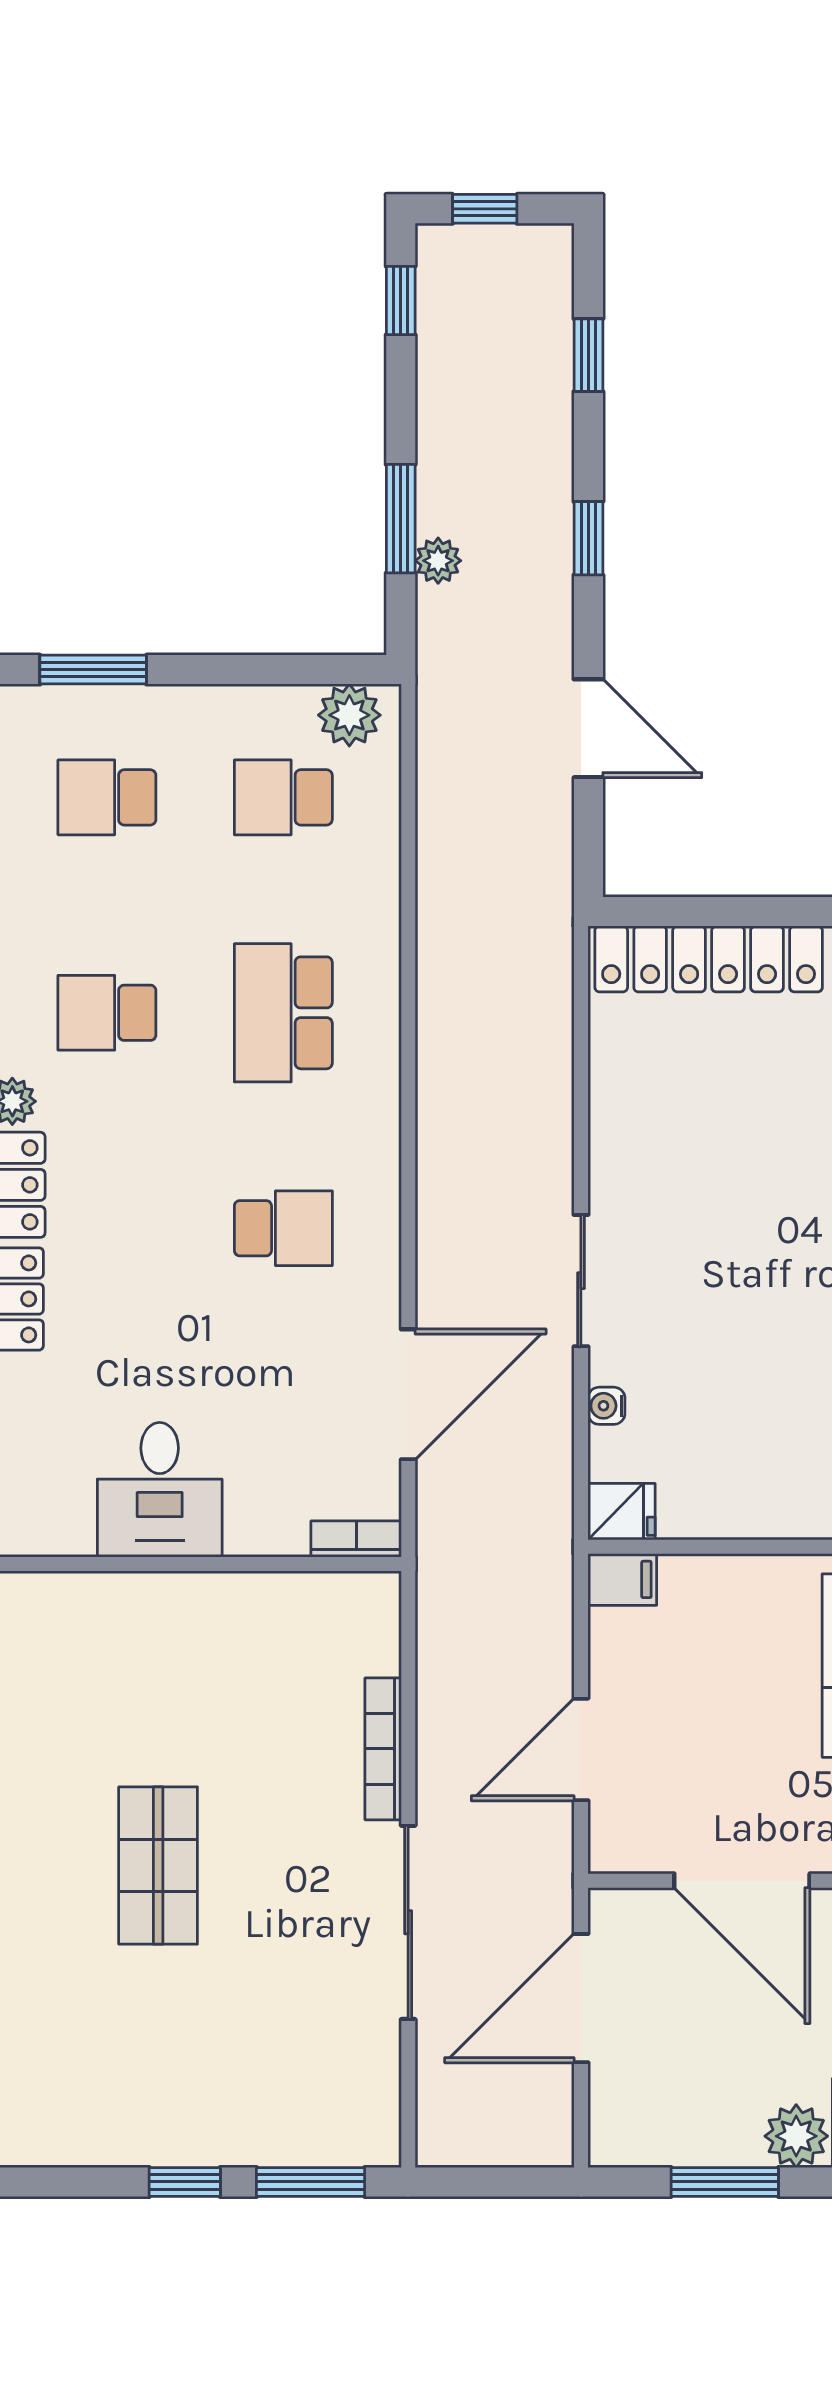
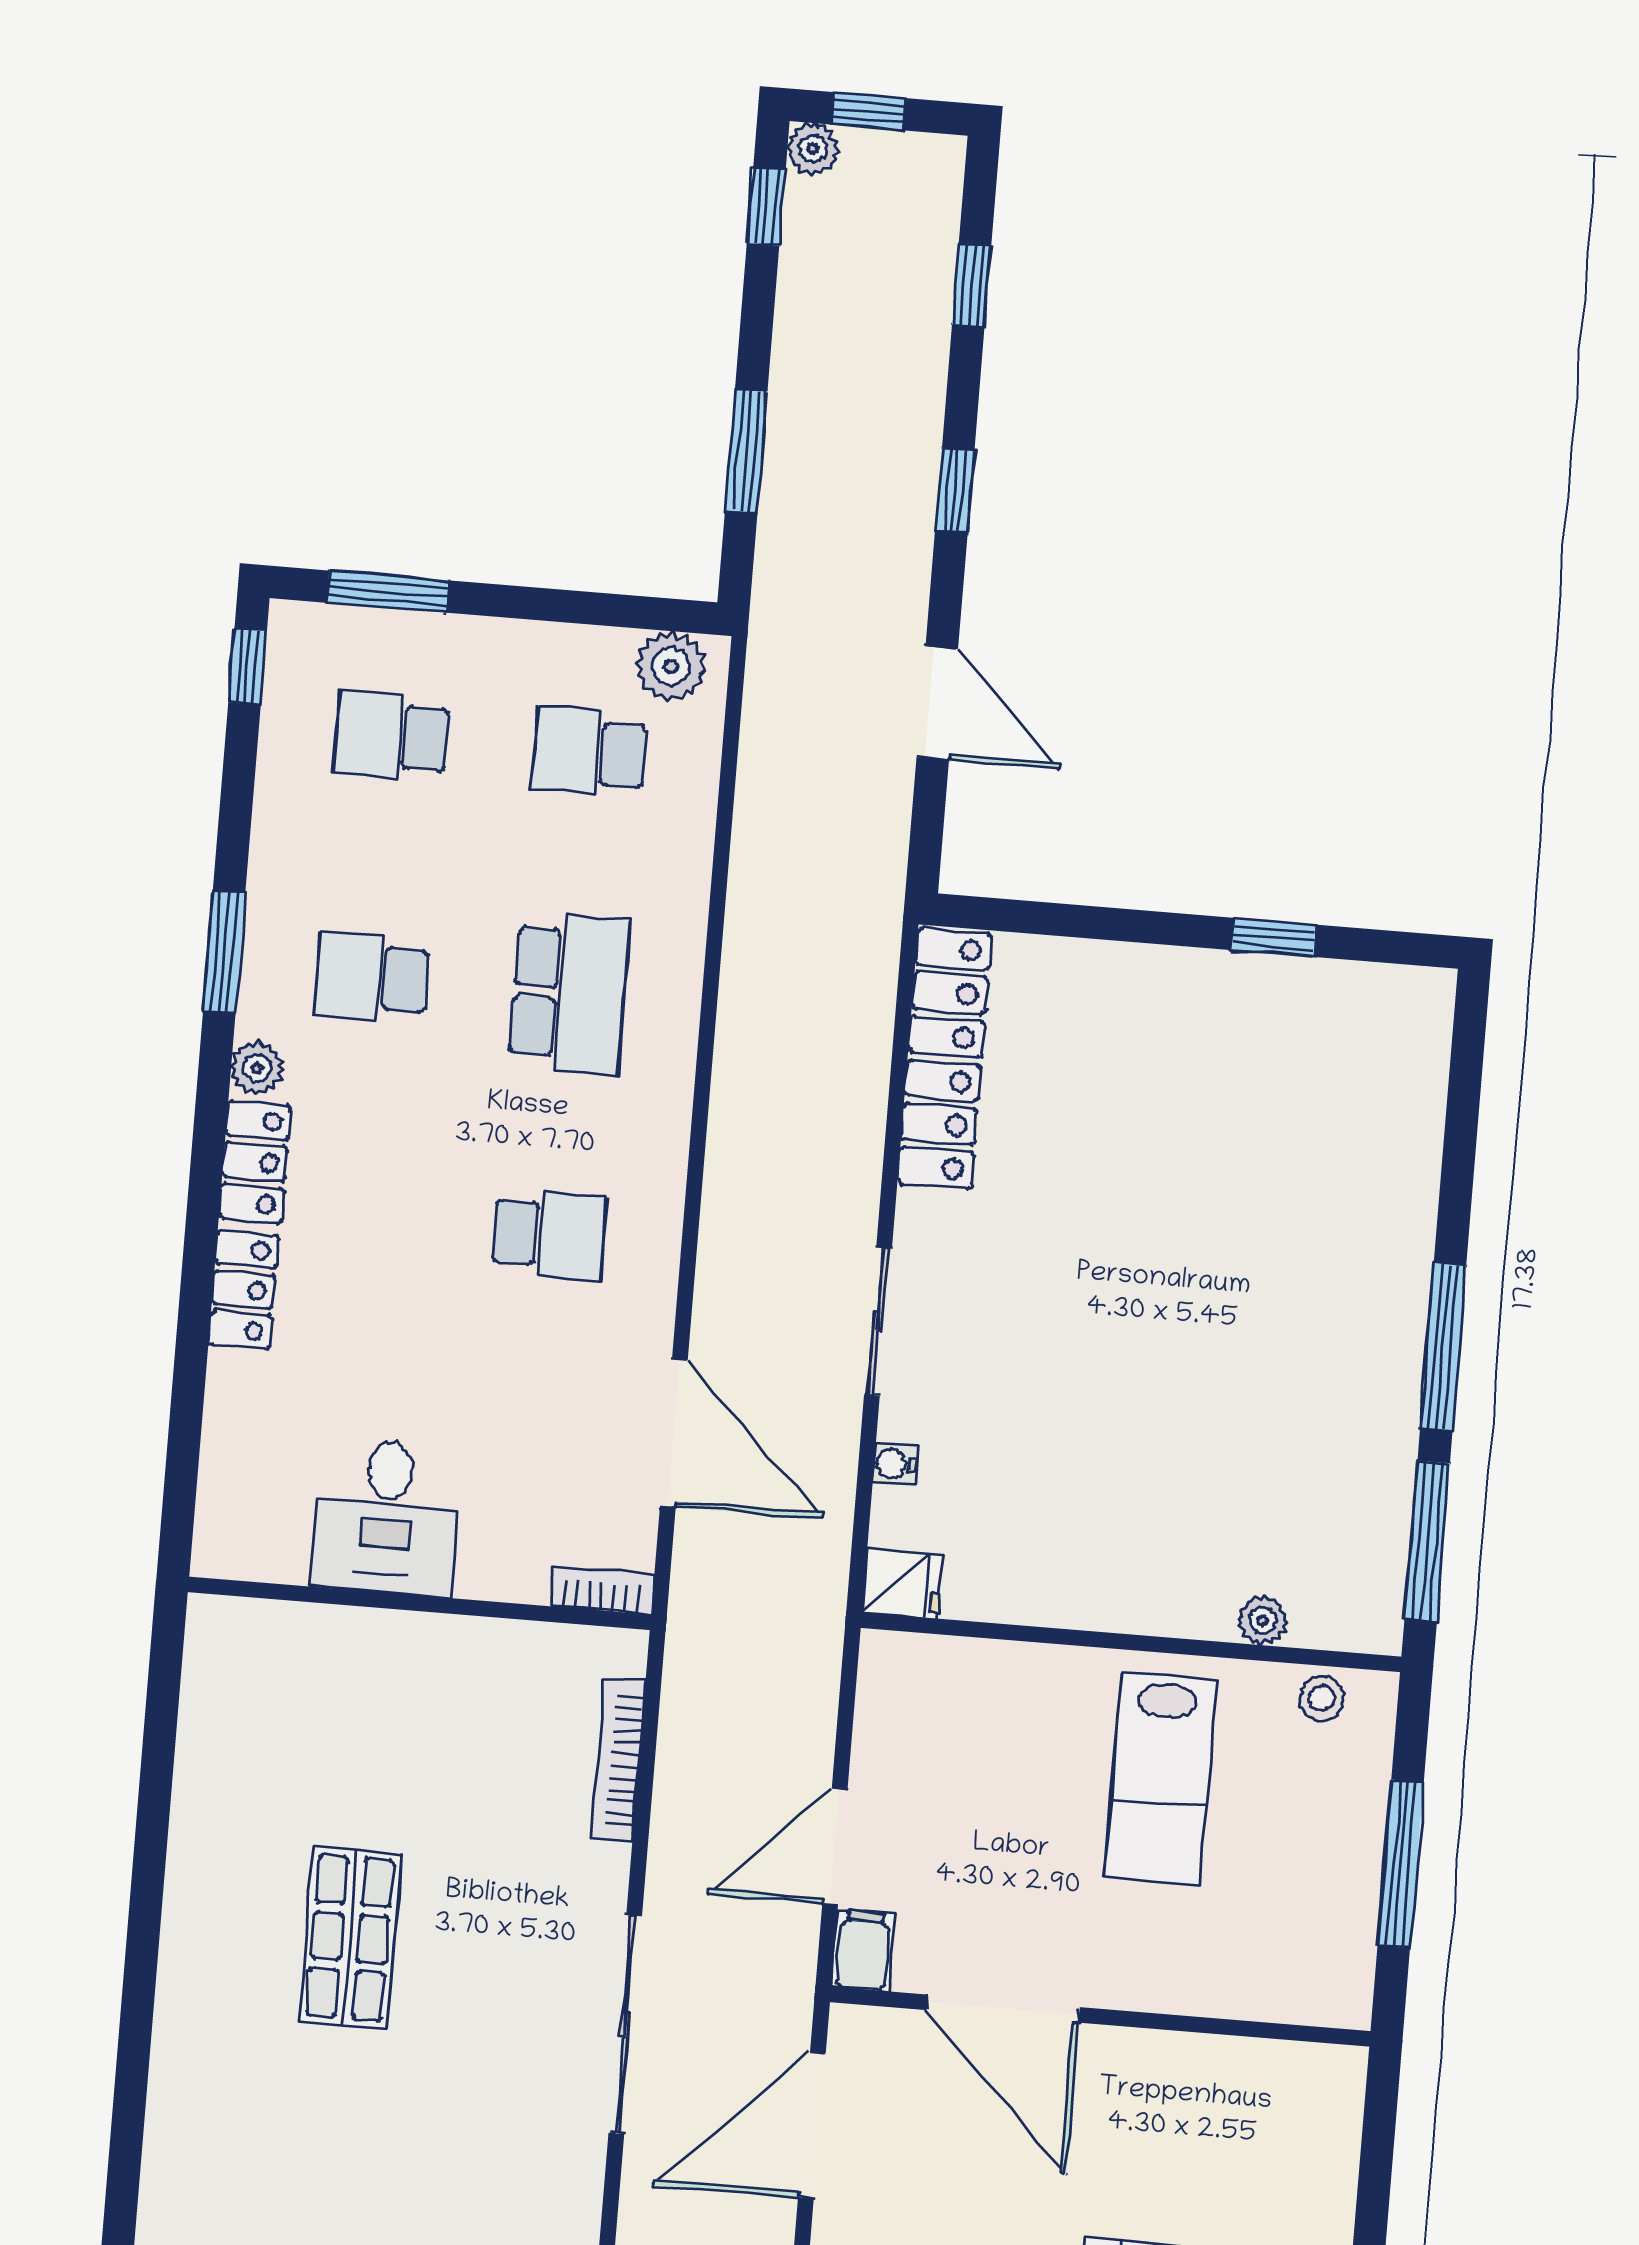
plant: (438, 561) -> (813, 149), moved
locker: (709, 959) -> (945, 1058), moved, turned -90
school desk: (283, 1013) -> (569, 994), turned 180
door: (408, 1394) -> (674, 1433), hinge flipped
filing cabinet: (622, 1579) -> (863, 1951), moved, turned -90
bookcase: (383, 1749) -> (619, 1760), moved

